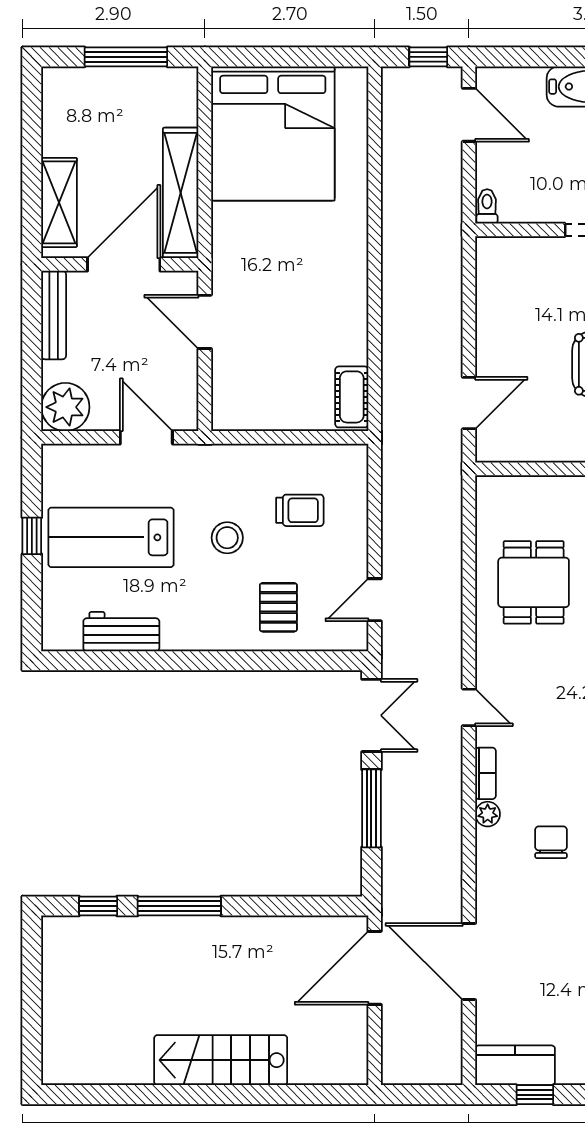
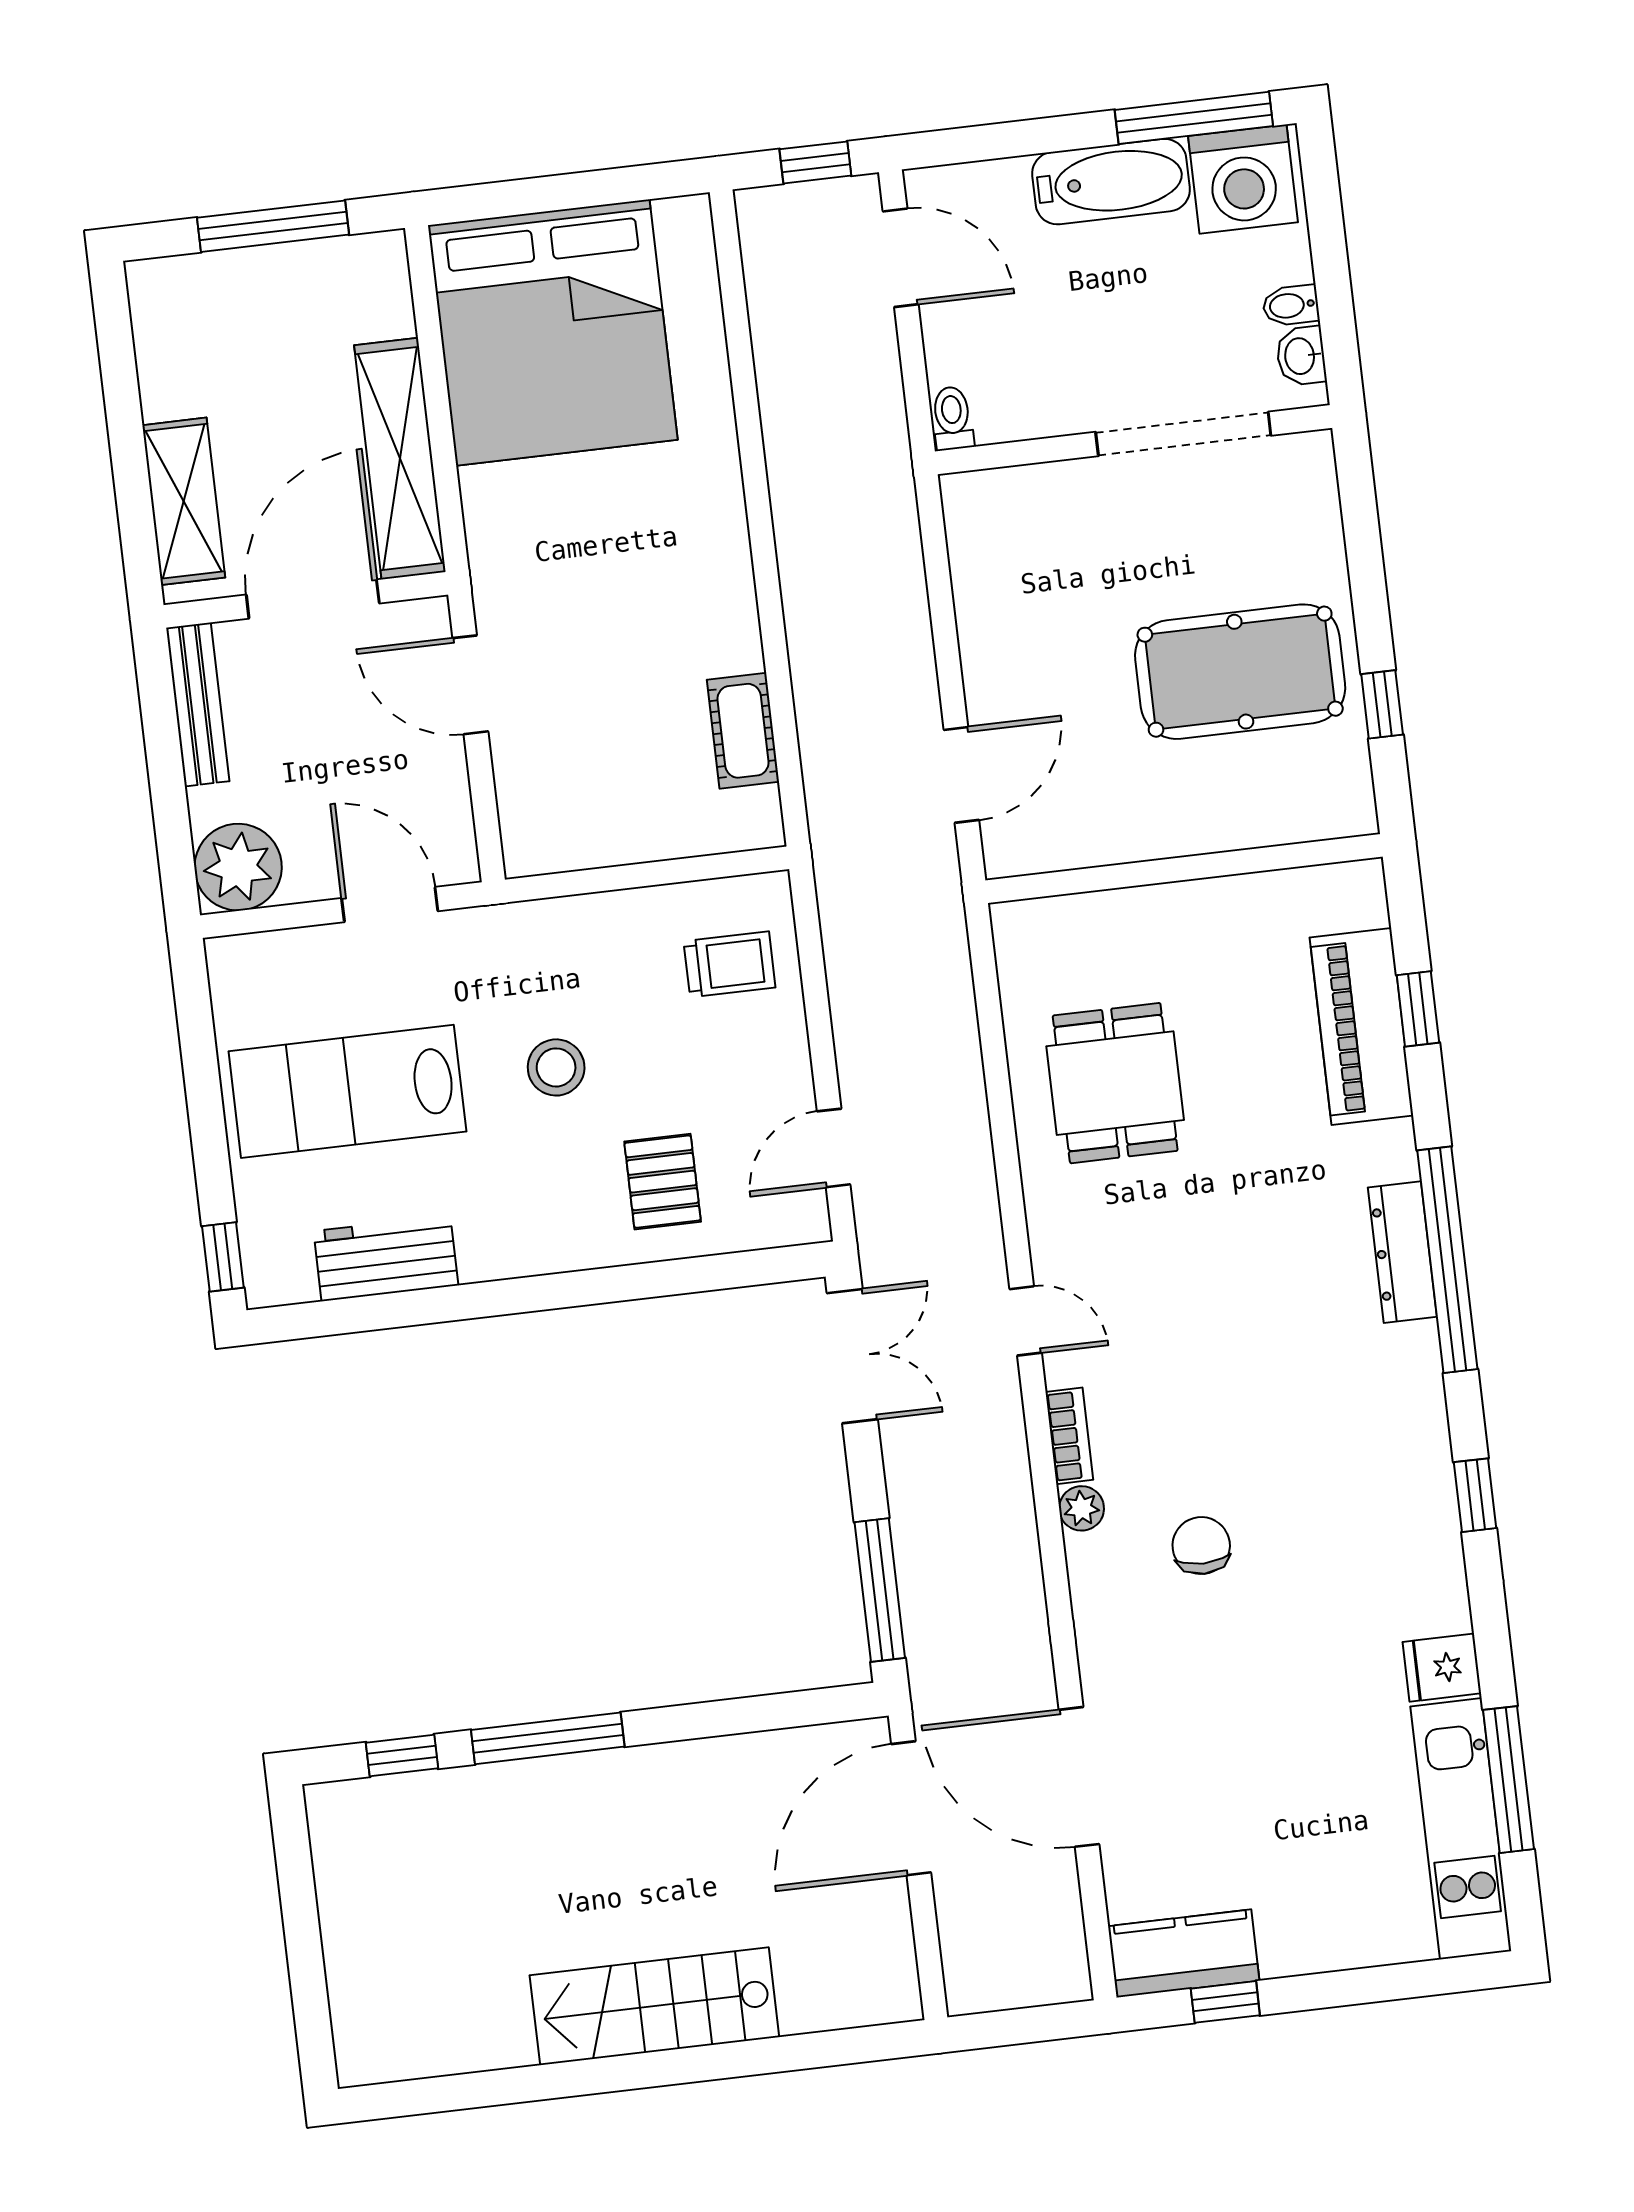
cot: (352, 397) -> (743, 731), moved
trolley: (300, 510) -> (730, 964), moved
window: (32, 536) -> (223, 1257), moved
window: (371, 808) -> (880, 1590), moved

